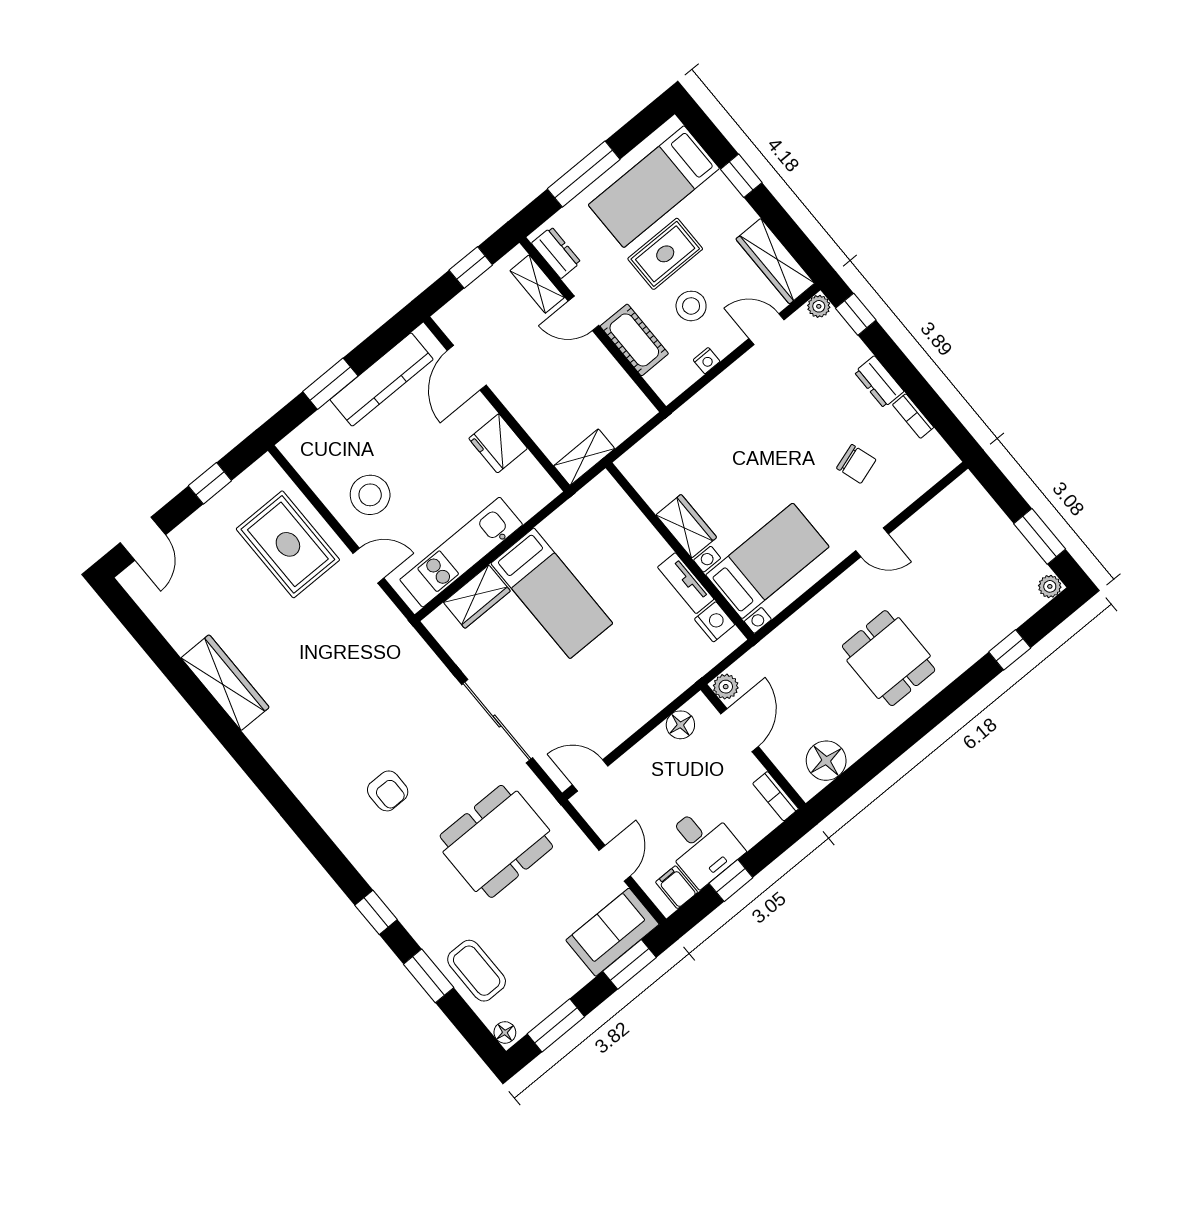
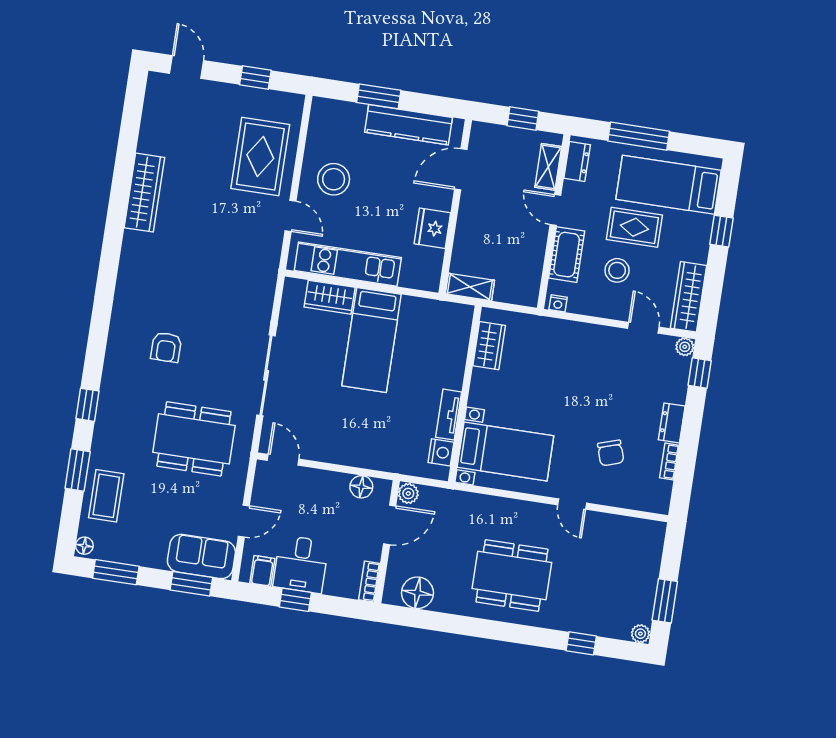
nightstand: (707, 361) -> (558, 303), moved
wardrobe: (686, 526) -> (489, 346), moved
door: (143, 539) -> (187, 67), swing flipped
dining table: (889, 658) -> (512, 576), width x1.38

